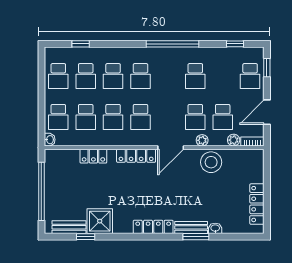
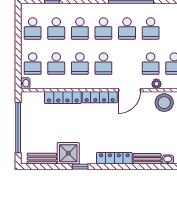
school desk: (168, 76) -> (127, 28), added
locker: (93, 156) -> (63, 97), width x1.53
window: (86, 237) -> (80, 167), moved
window: (196, 237) -> (151, 167), removed

